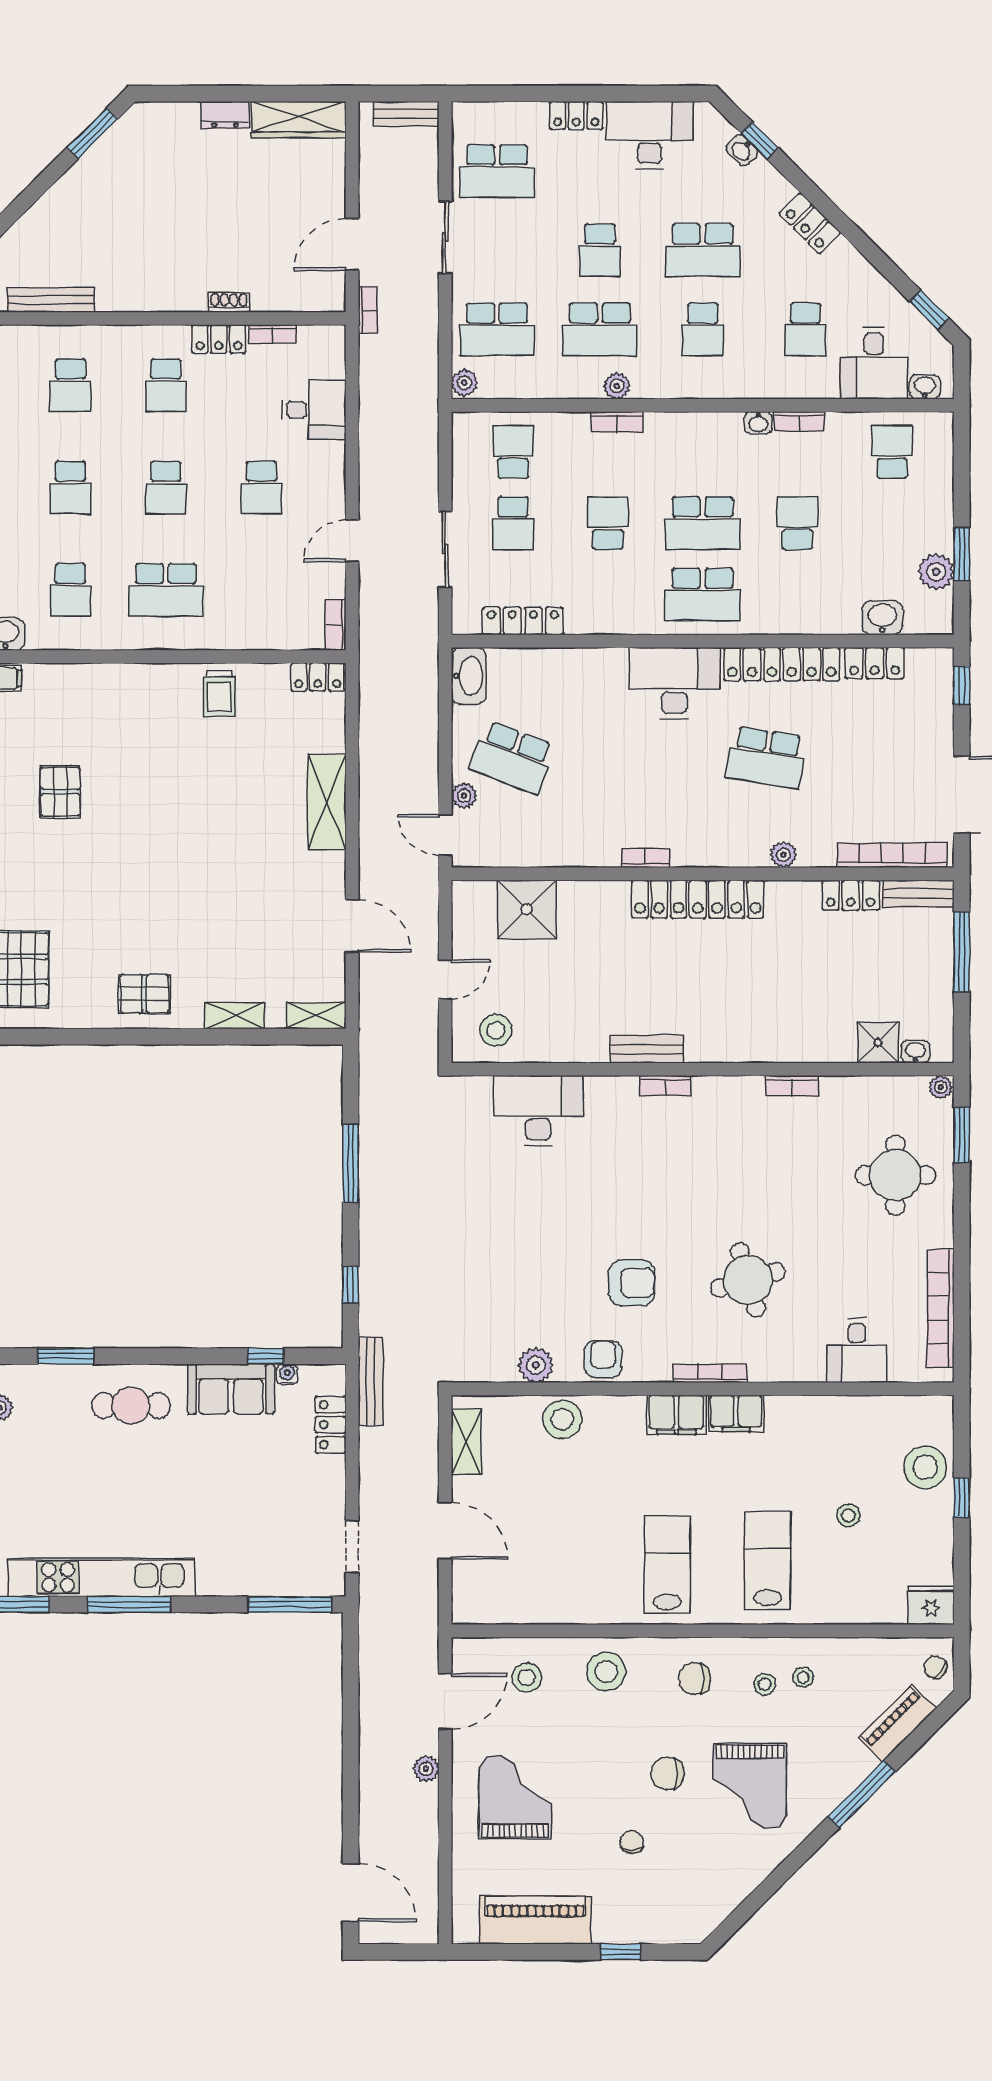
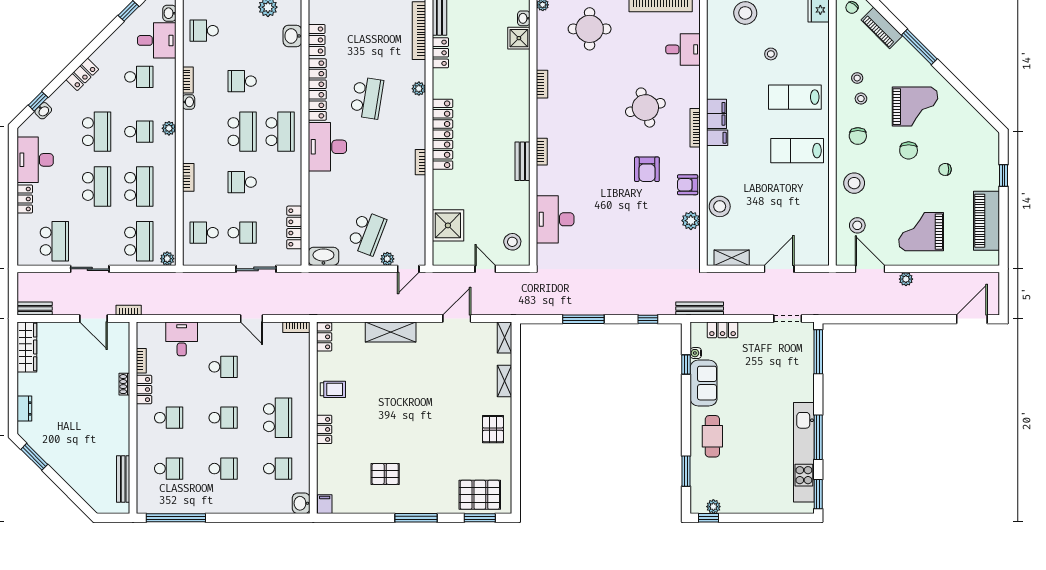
bench: (406, 114) -> (35, 308), moved, turned 90
dresser: (225, 115) -> (24, 409), moved
school desk: (600, 250) -> (97, 186), width x1.85
plant: (617, 386) -> (169, 128), moved
locker: (144, 677) -> (324, 429), added
armchair: (632, 1283) -> (647, 169), turned 180
filing cabinet: (676, 1415) -> (717, 138), width x0.50

